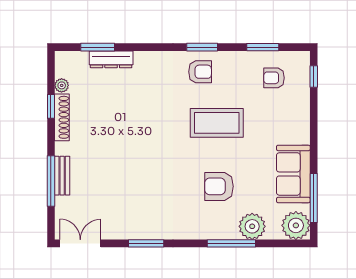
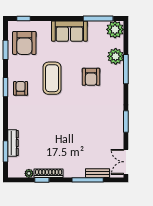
armchair: (274, 78) -> (24, 43), width x1.88, depth x1.88
sofa: (293, 174) -> (69, 31), moved
bench: (62, 176) -> (98, 173), moved

